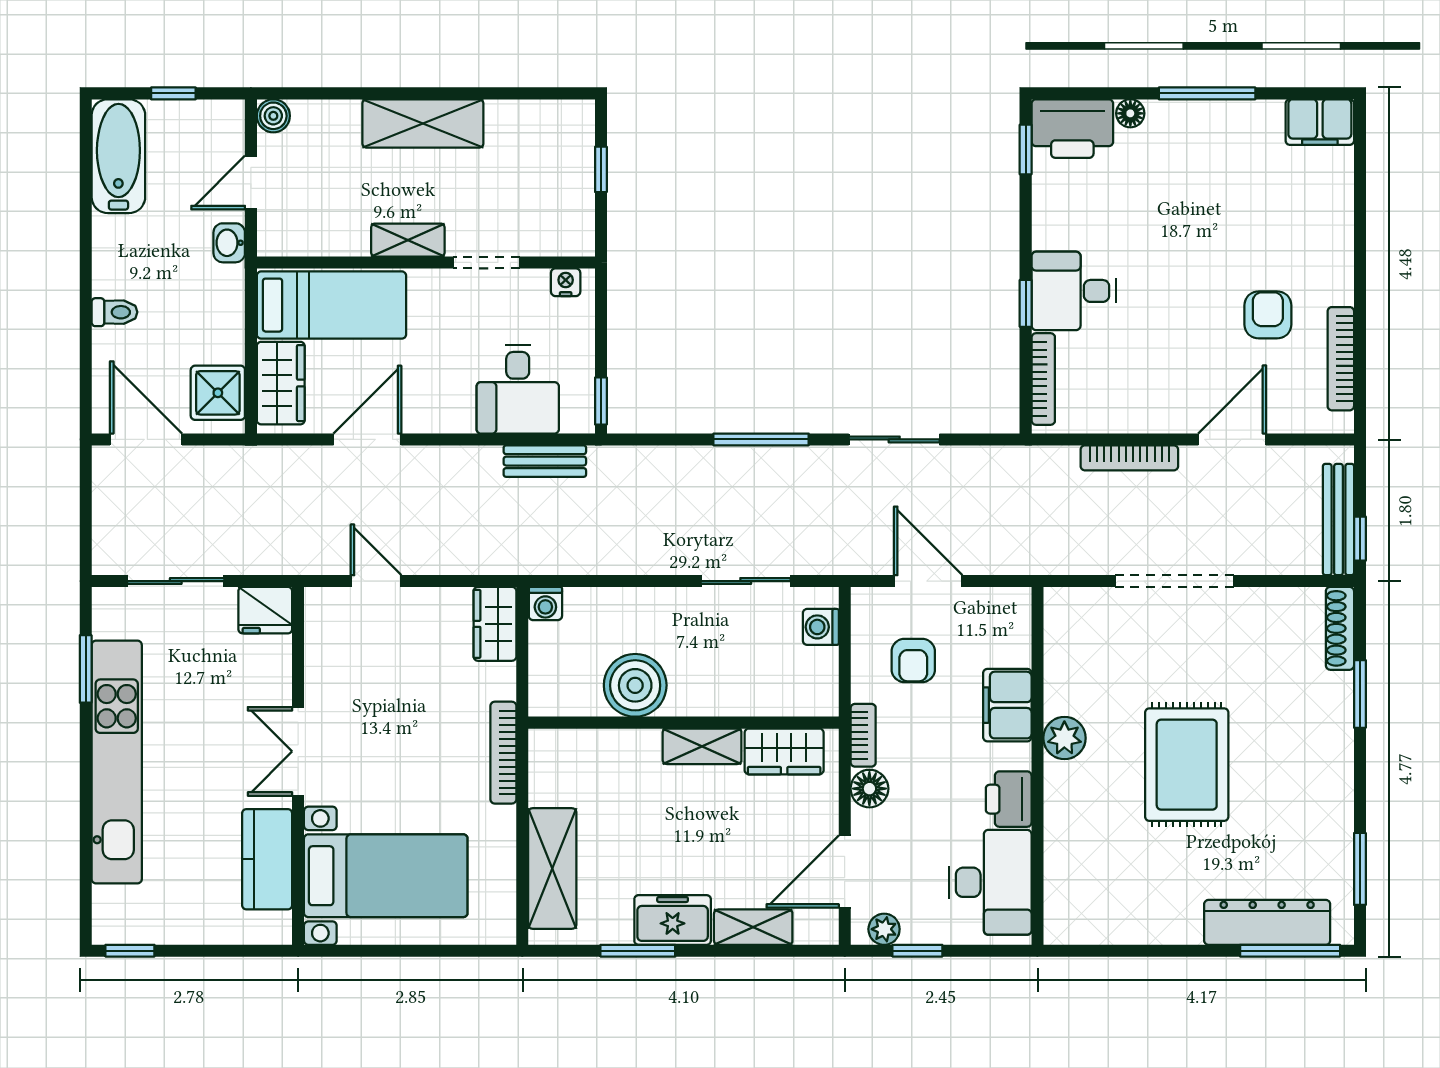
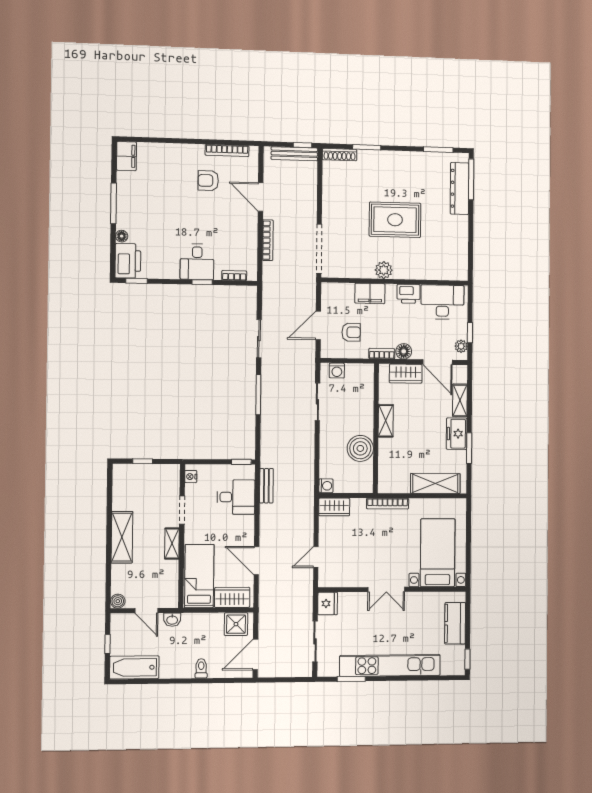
bookcase: (1043, 379) -> (234, 276), width x0.64
doorway: (1175, 581) -> (319, 249), moved
wardrobe: (784, 751) -> (406, 374), moved, turned 90
kitchen counter: (267, 859) -> (455, 623), moved, turned 90

